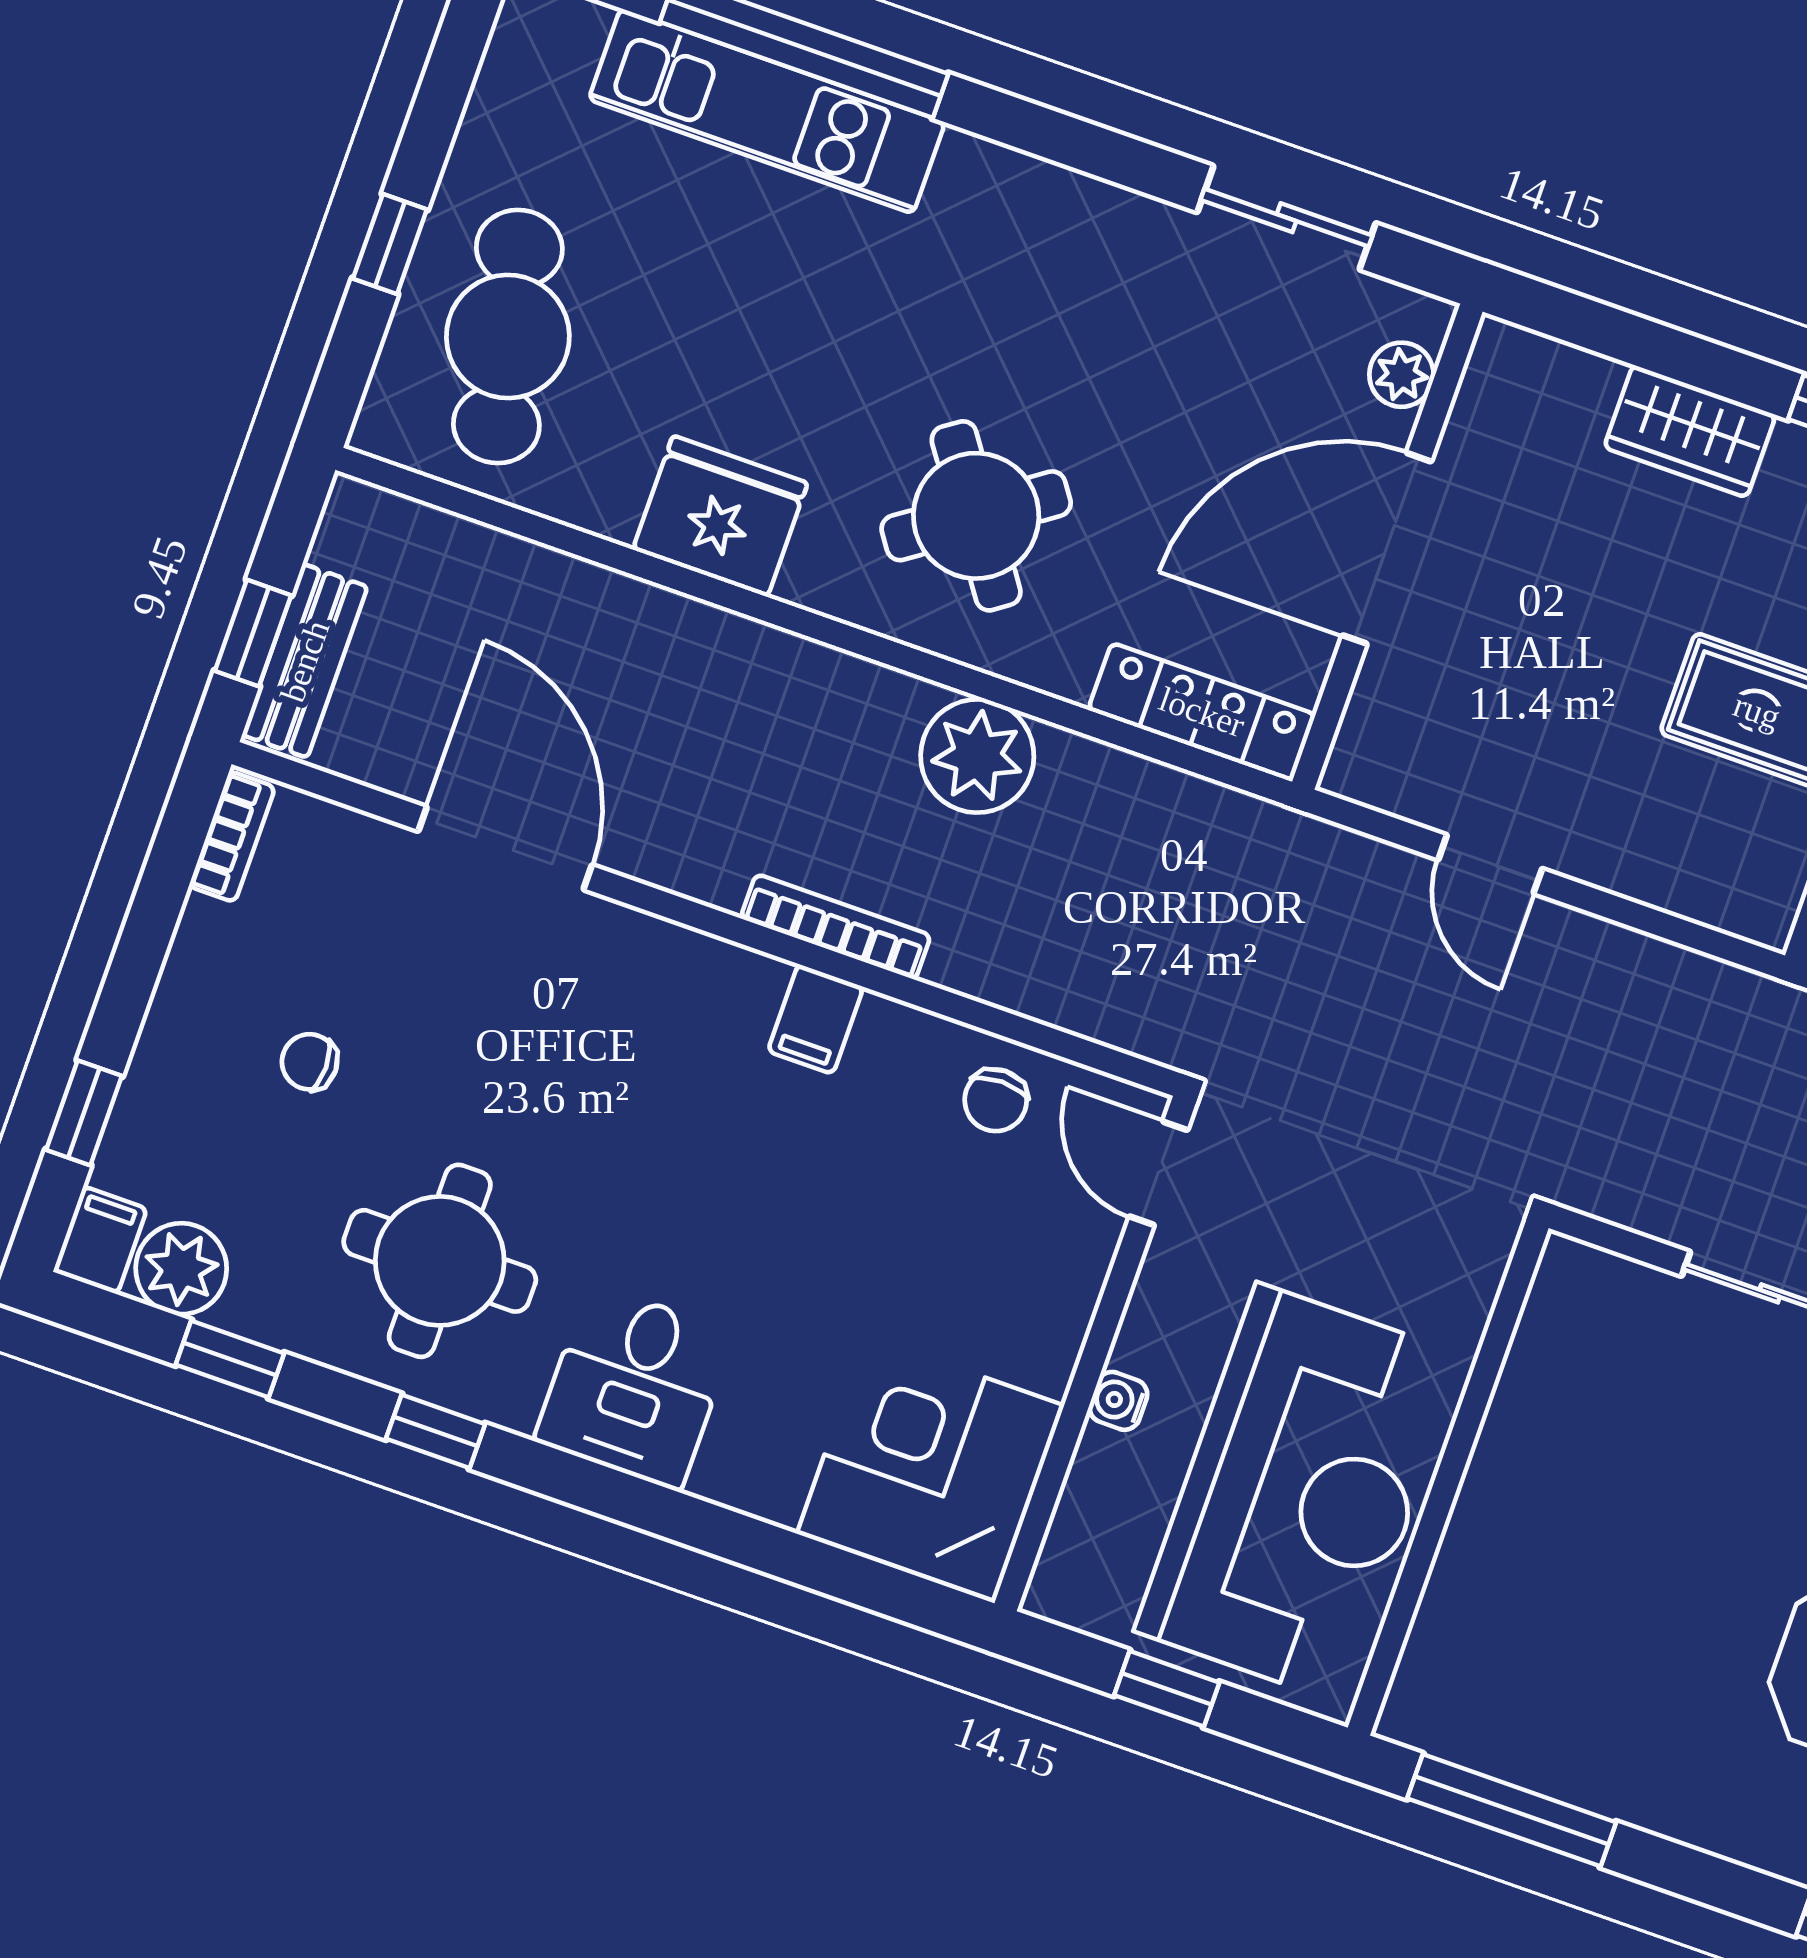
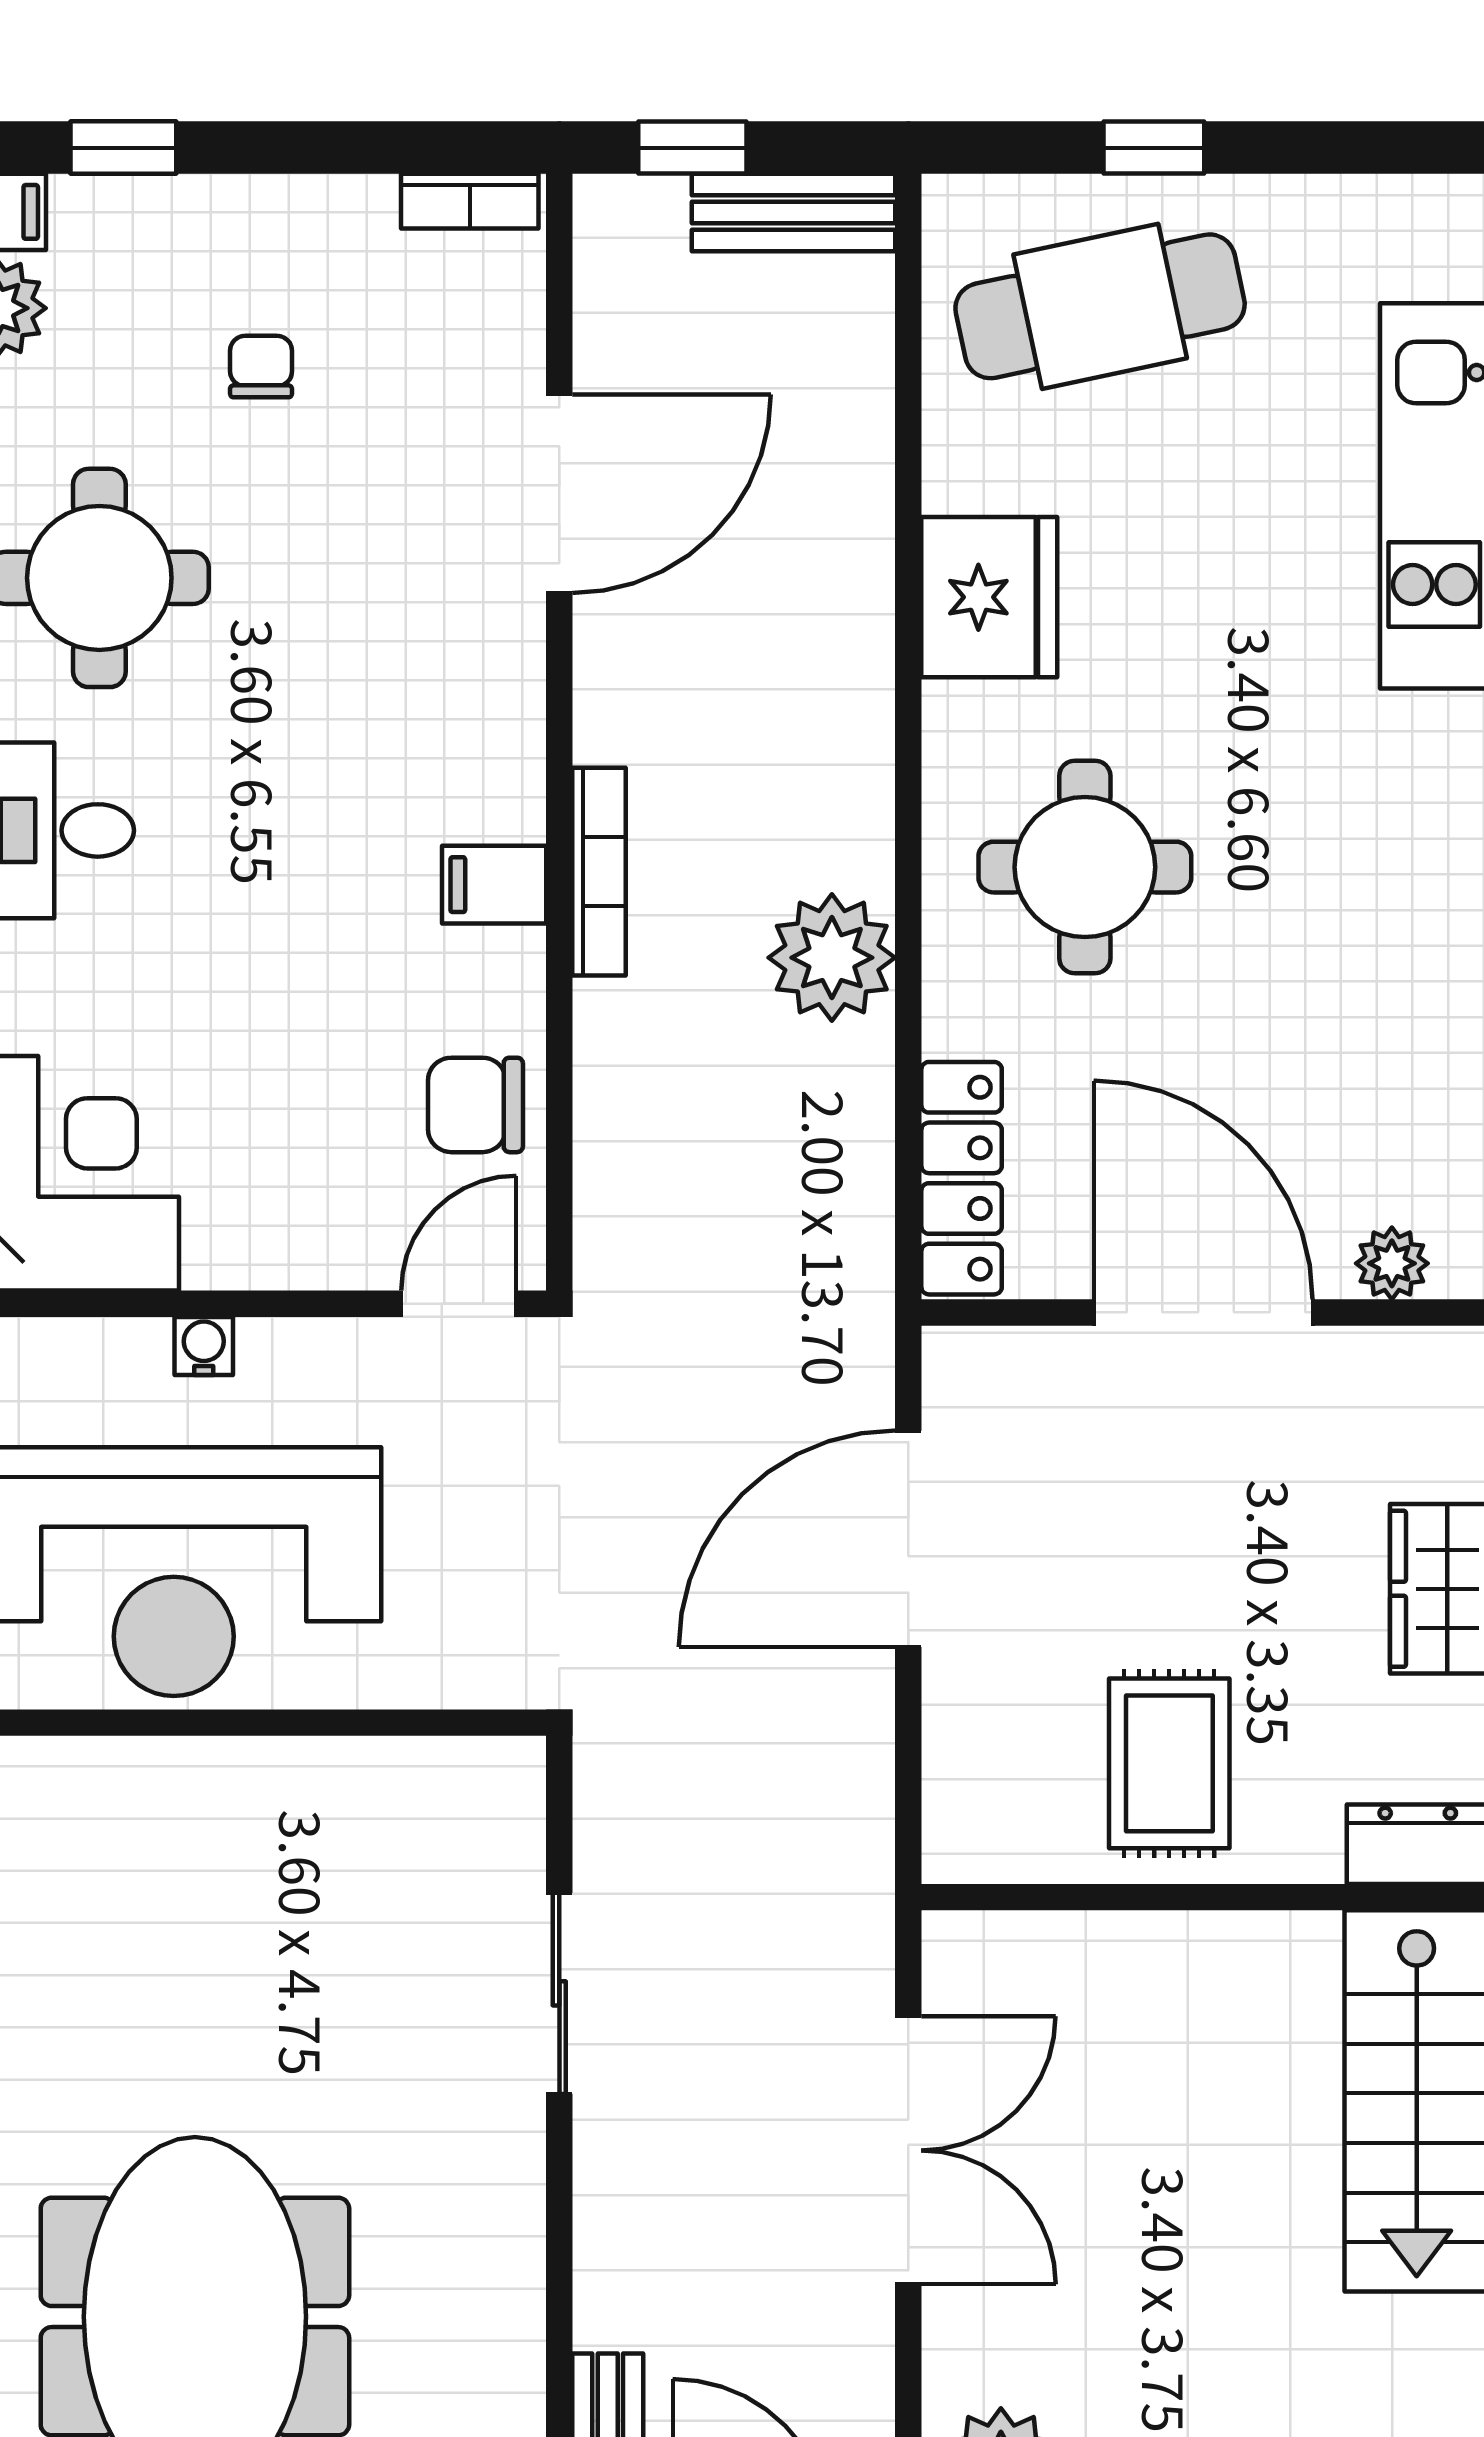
round table: (976, 516) -> (1085, 867), turned 35
bench: (305, 661) -> (793, 213), moved
door: (1490, 864) -> (908, 1539), width x1.88
chair: (996, 1100) -> (475, 1105), width x1.37, depth x1.37

